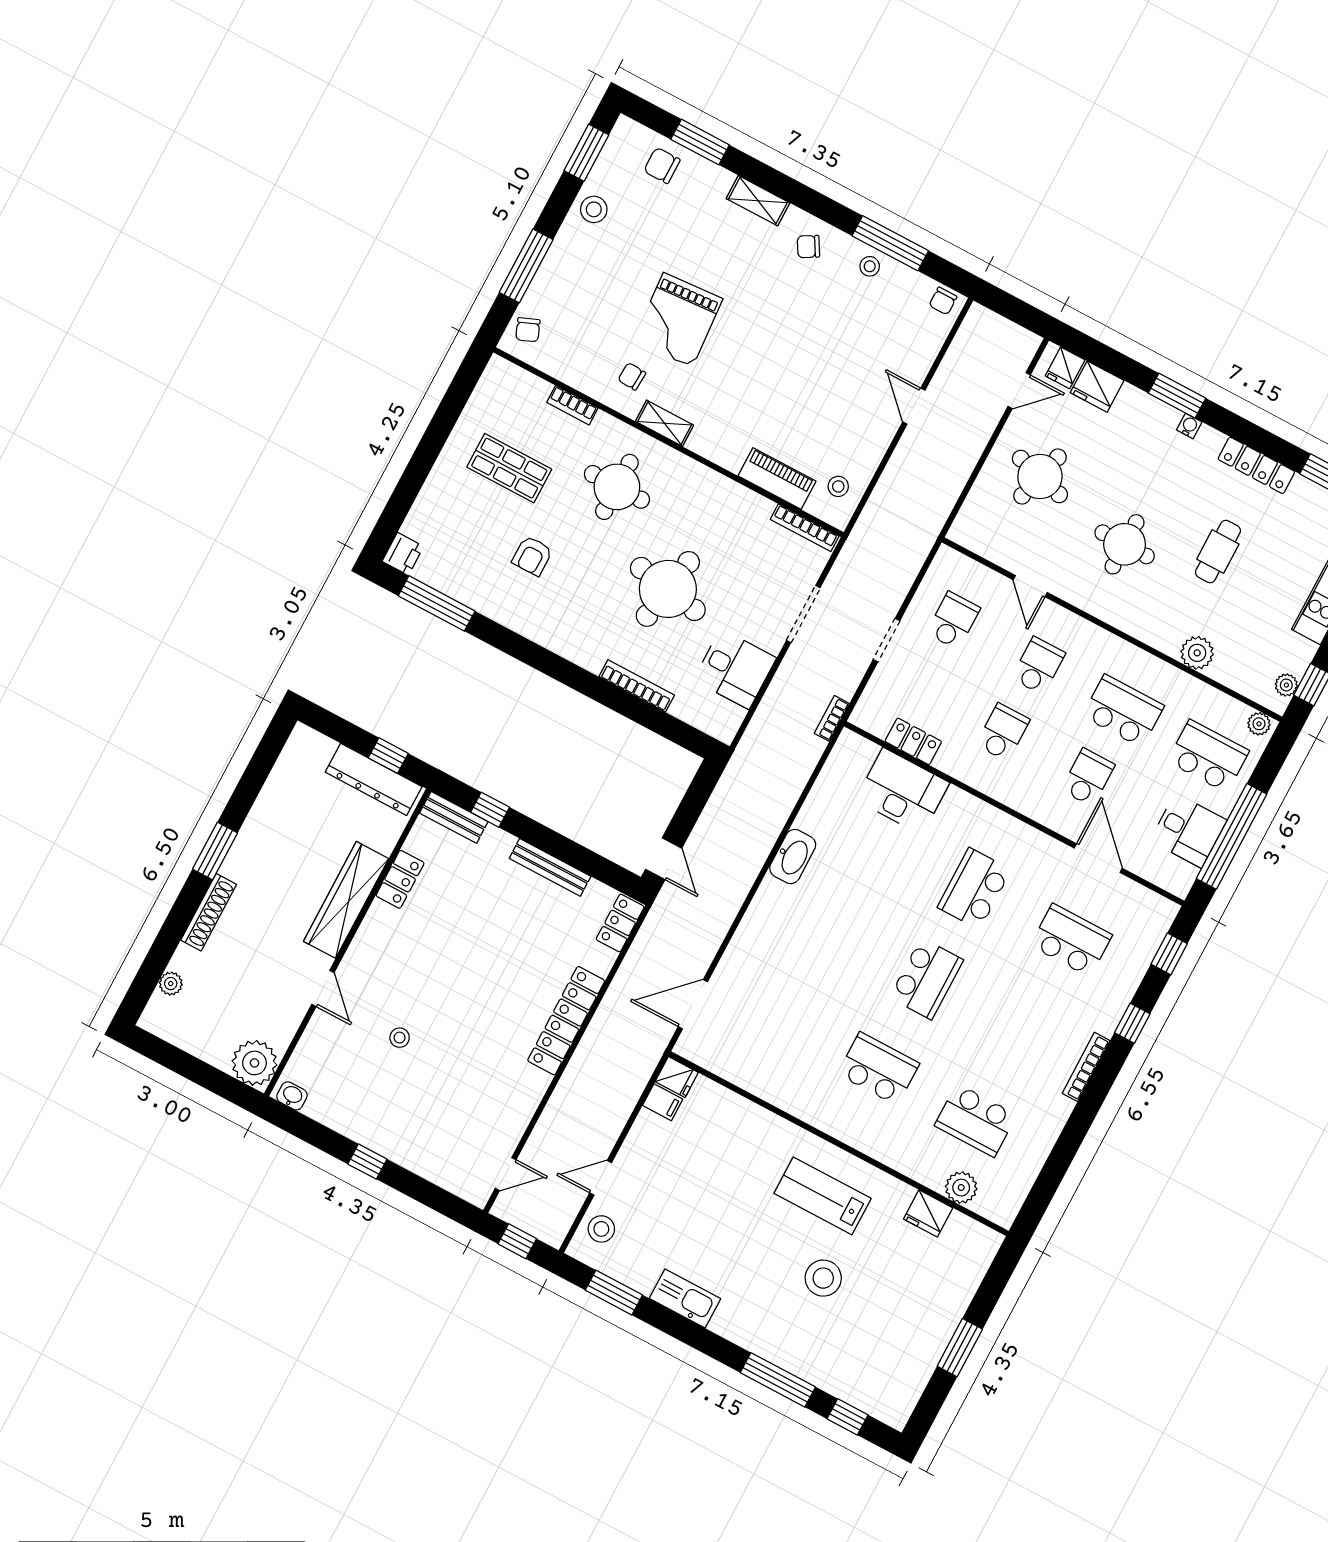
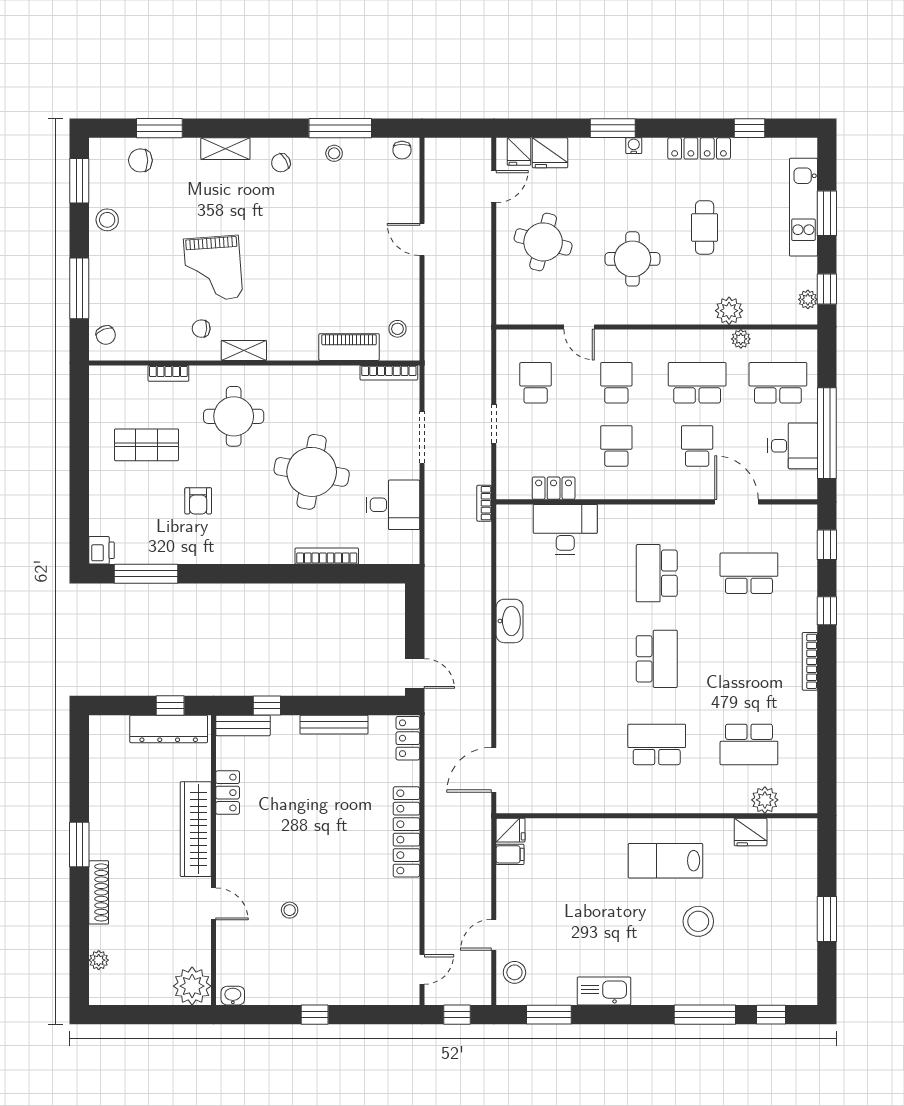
plant: (1259, 724) -> (741, 339), moved

